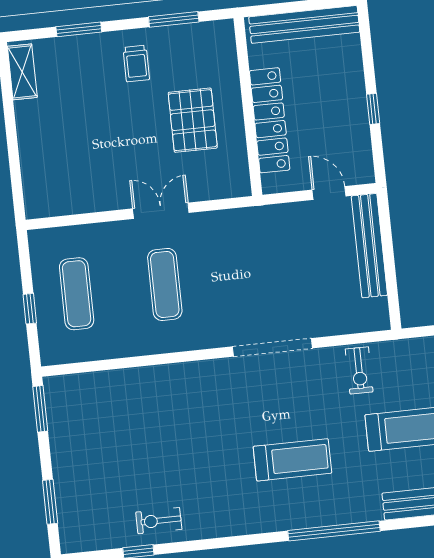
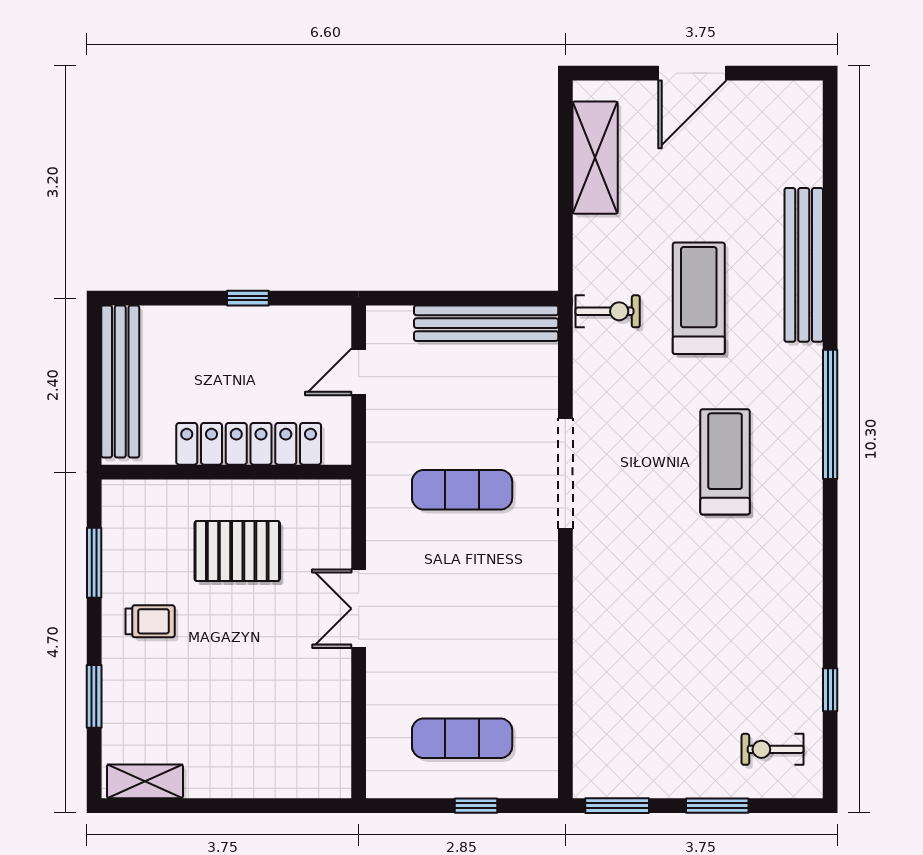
bench: (369, 246) -> (486, 323), moved
exercise mat: (165, 284) -> (462, 490), moved
exercise bike: (359, 370) -> (608, 311), moved
window: (50, 502) -> (717, 806), moved
exercise bike: (159, 521) -> (772, 749), moved, turned 90

